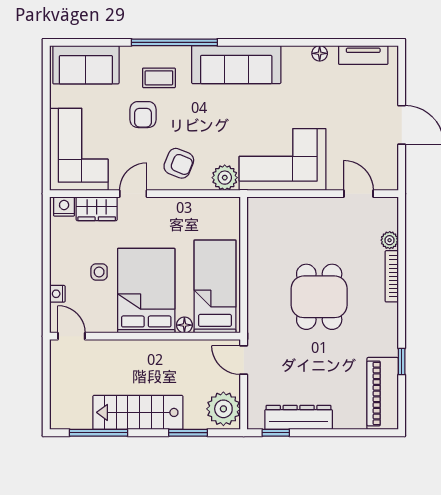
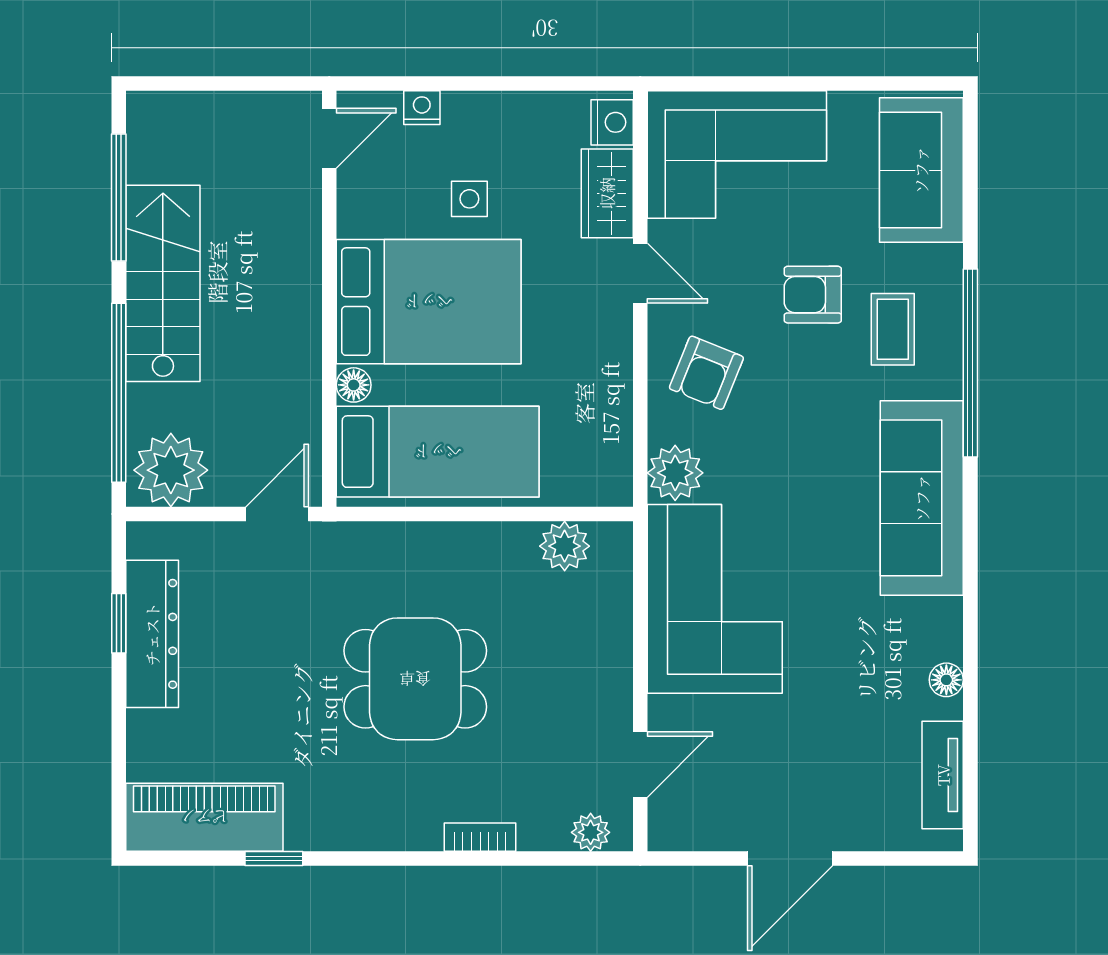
plant: (258, 228) -> (565, 546), added
plant: (390, 240) -> (591, 832), moved
bookcase: (392, 276) -> (480, 837), width x0.64
window: (188, 433) -> (119, 393), width x2.11
window: (276, 433) -> (119, 623), moved

